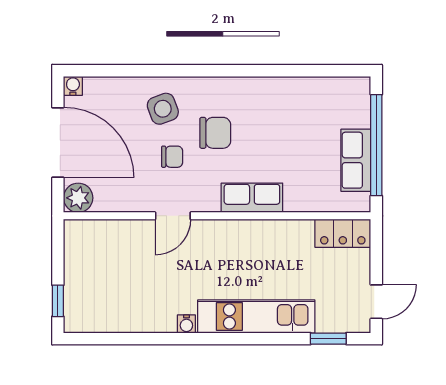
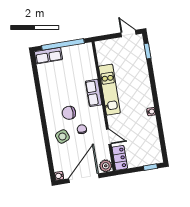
chair: (215, 133) -> (69, 113), turned -91
row of seats: (356, 160) -> (48, 56), moved
door: (173, 216) -> (109, 137), moved
locker: (343, 233) -> (120, 158), moved
kitchen unit: (256, 316) -> (109, 90), moved, turned 180

